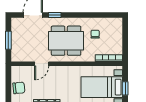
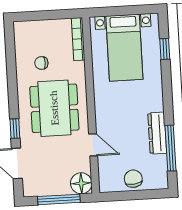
window: (8, 40) -> (59, 199), width x1.44
floor lamp: (18, 55) -> (81, 183), added
window: (125, 88) -> (124, 11), removed

